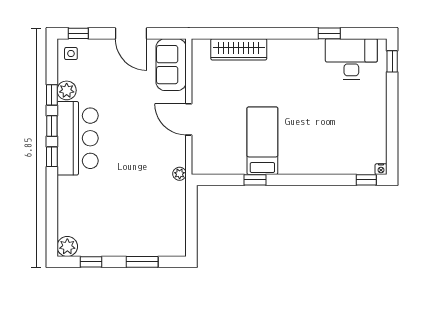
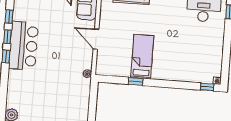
plant: (67, 90) -> (19, 14), removed

